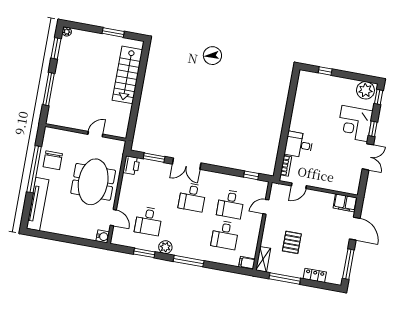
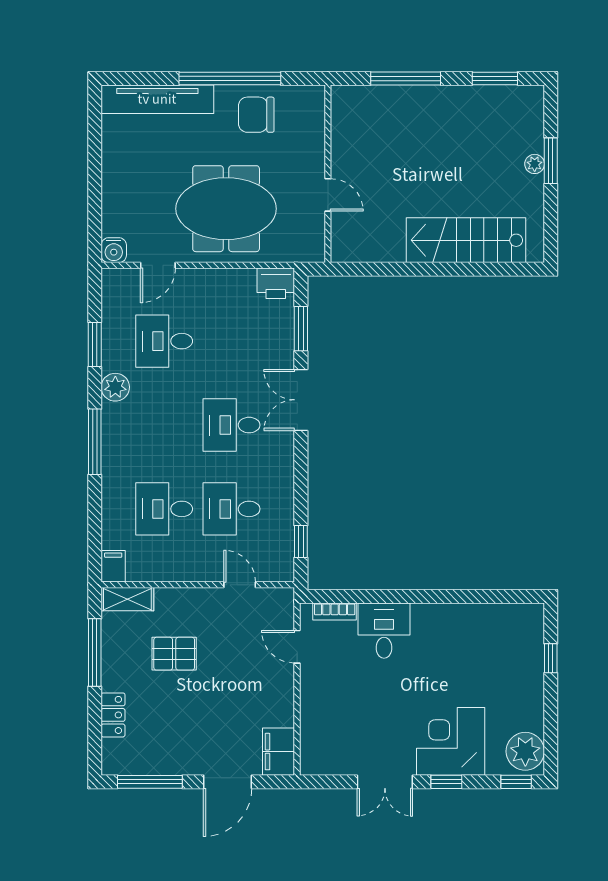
plant: (67, 32) -> (535, 164), moved
window: (113, 32) -> (551, 161), moved

